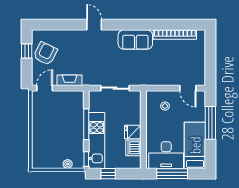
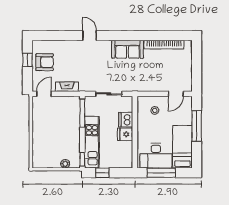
armchair: (45, 54) -> (45, 62), turned 64
door: (188, 88) -> (176, 94), hinge flipped
window: (86, 124) -> (82, 113), moved
dishwasher: (133, 148) -> (126, 120), moved

